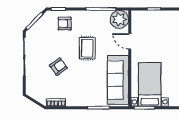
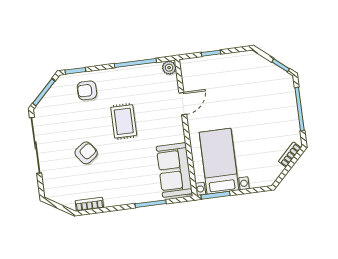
plant: (119, 19) -> (169, 68), width x0.53, depth x0.53
door: (130, 41) -> (183, 104), swing flipped
sofa: (118, 80) -> (174, 170), width x0.73

